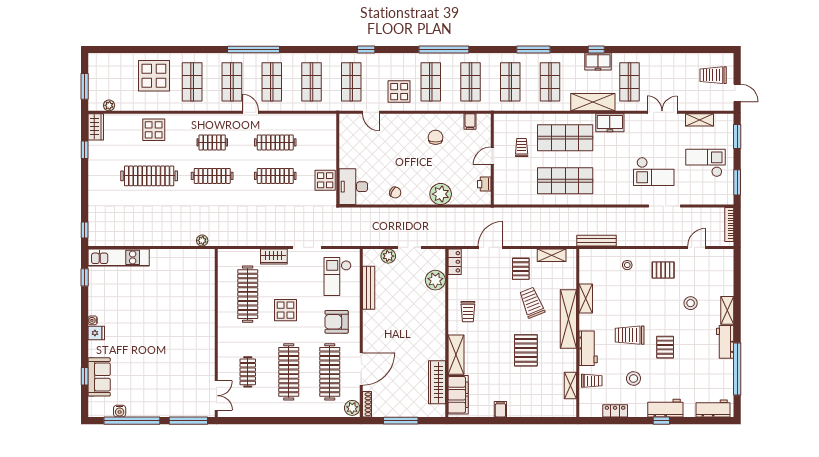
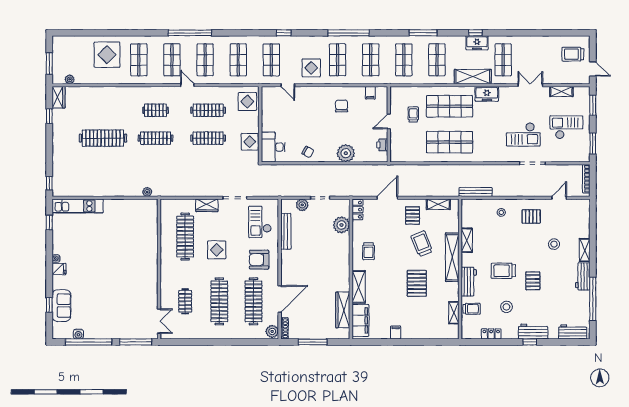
display table: (154, 130) -> (247, 101), moved

